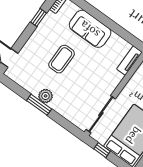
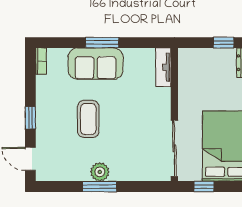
window: (39, 17) -> (30, 118), moved
window: (103, 19) -> (102, 43), added

